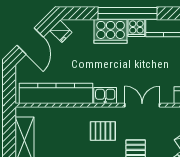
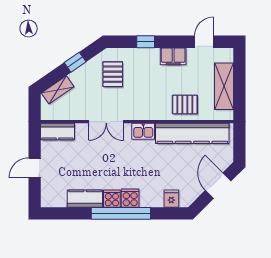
fridge: (61, 31) -> (171, 199), moved, turned 45
cooker: (111, 31) -> (130, 198), width x0.53, depth x0.76
pallet: (103, 131) -> (185, 104), moved

